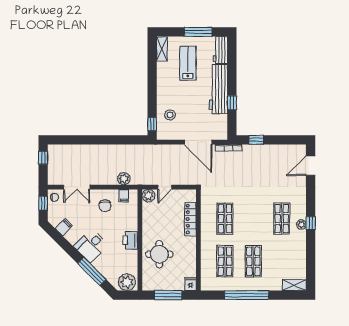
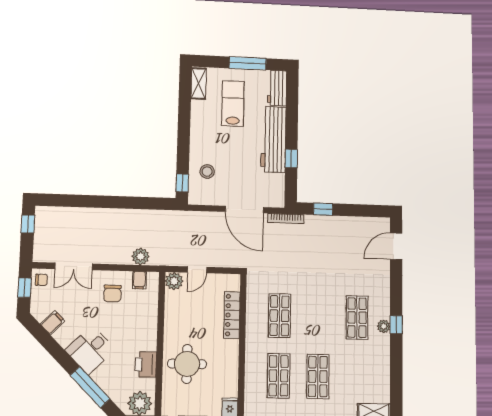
printer: (130, 240) -> (146, 364), moved

